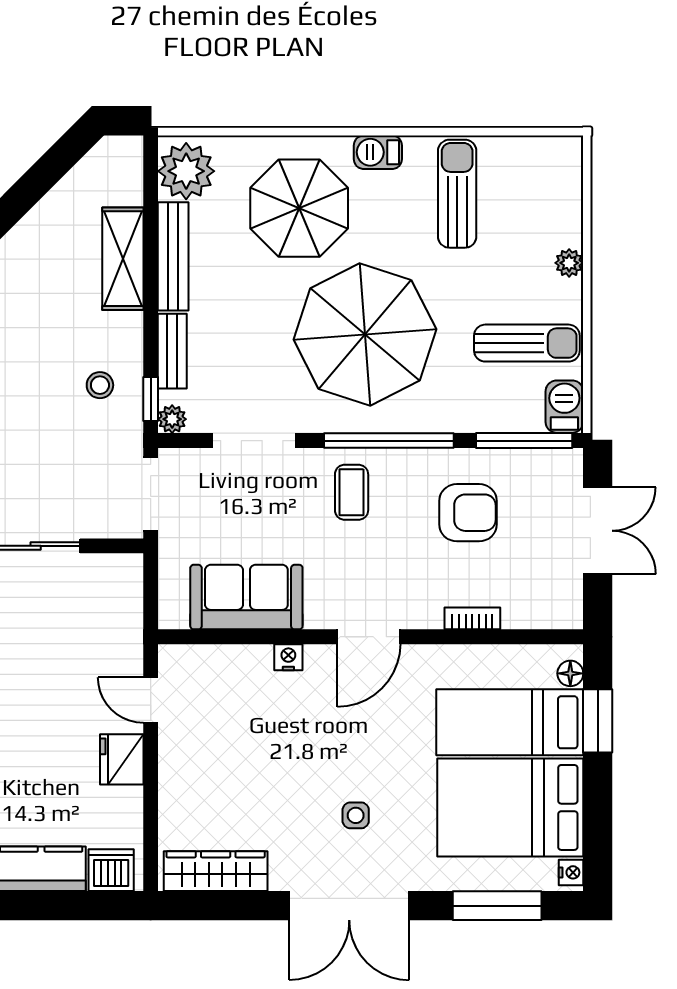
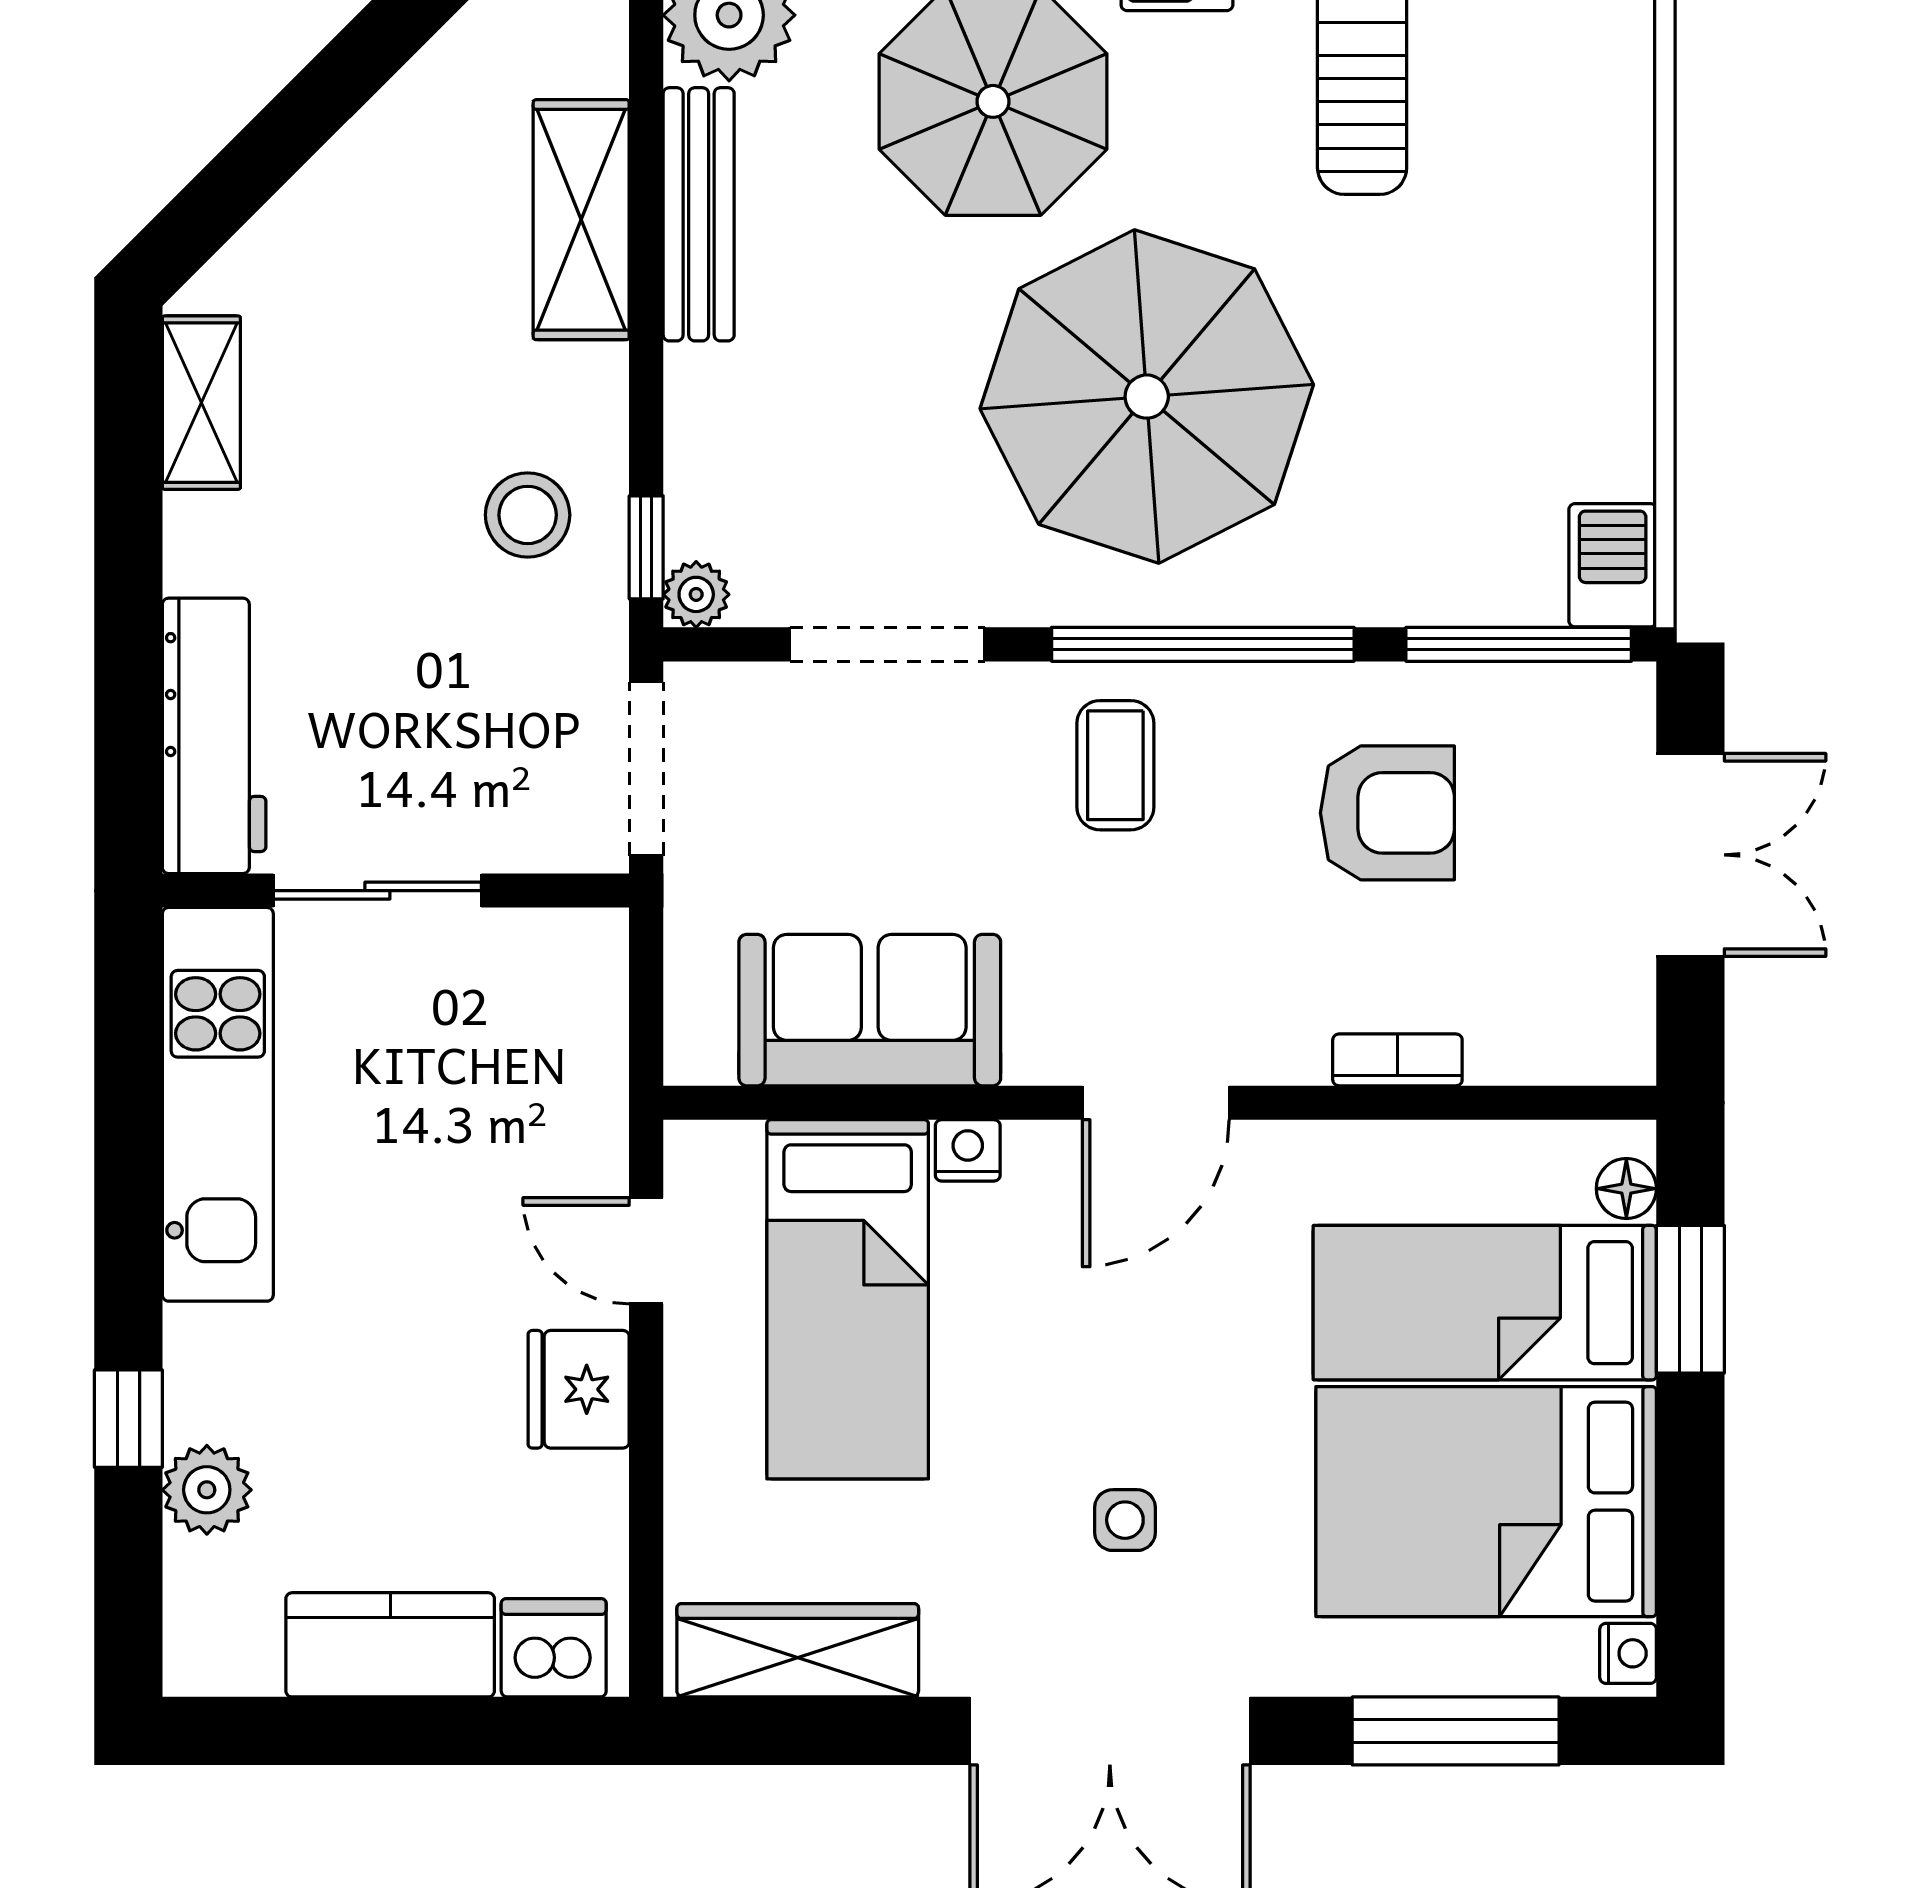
plant: (569, 263) -> (1624, 230), removed
sun lounger: (527, 343) -> (1525, 417), removed
bench: (172, 351) -> (697, 435), removed
stool: (100, 385) -> (528, 515), width x1.37, depth x1.37
bed: (237, 721) -> (848, 1299), added

